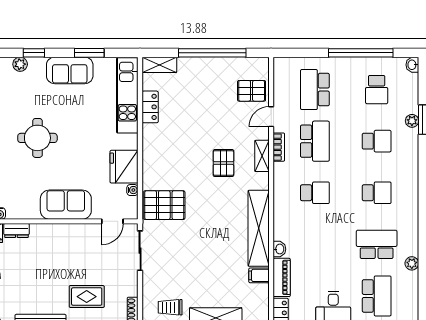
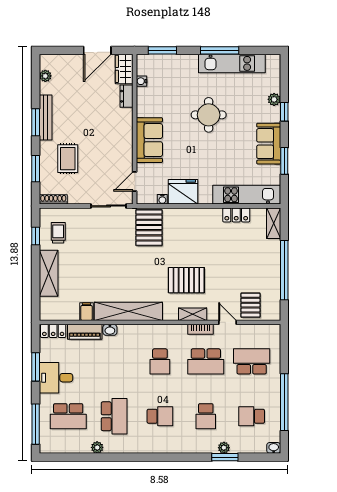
pallet: (223, 163) -> (186, 280), width x1.50, depth x1.42
school desk: (377, 193) -> (160, 416), turned -90
door: (112, 221) -> (135, 182), hinge flipped

